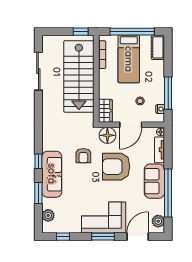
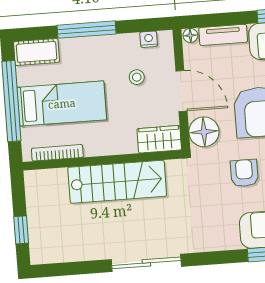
window: (81, 32) -> (21, 230), moved
sliding door: (38, 71) -> (146, 263), moved
stairs: (79, 76) -> (117, 182), width x0.73, depth x0.66
window: (168, 93) -> (87, 30), moved
armchair: (83, 156) -> (244, 173), turned -90

